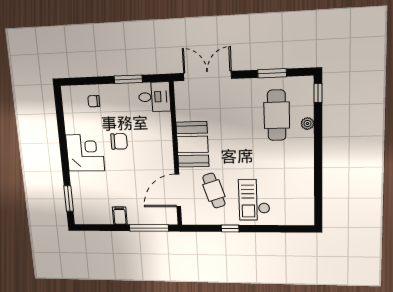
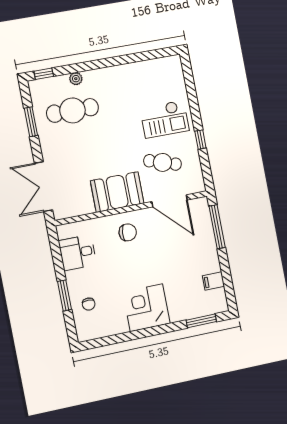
window: (128, 79) -> (65, 295), moved
desk: (154, 97) -> (78, 253), moved, turned -90
chair: (119, 141) -> (128, 232), moved, turned 94
cafe table: (214, 191) -> (162, 162), turned 36
filing cabinet: (120, 216) -> (213, 281), moved

